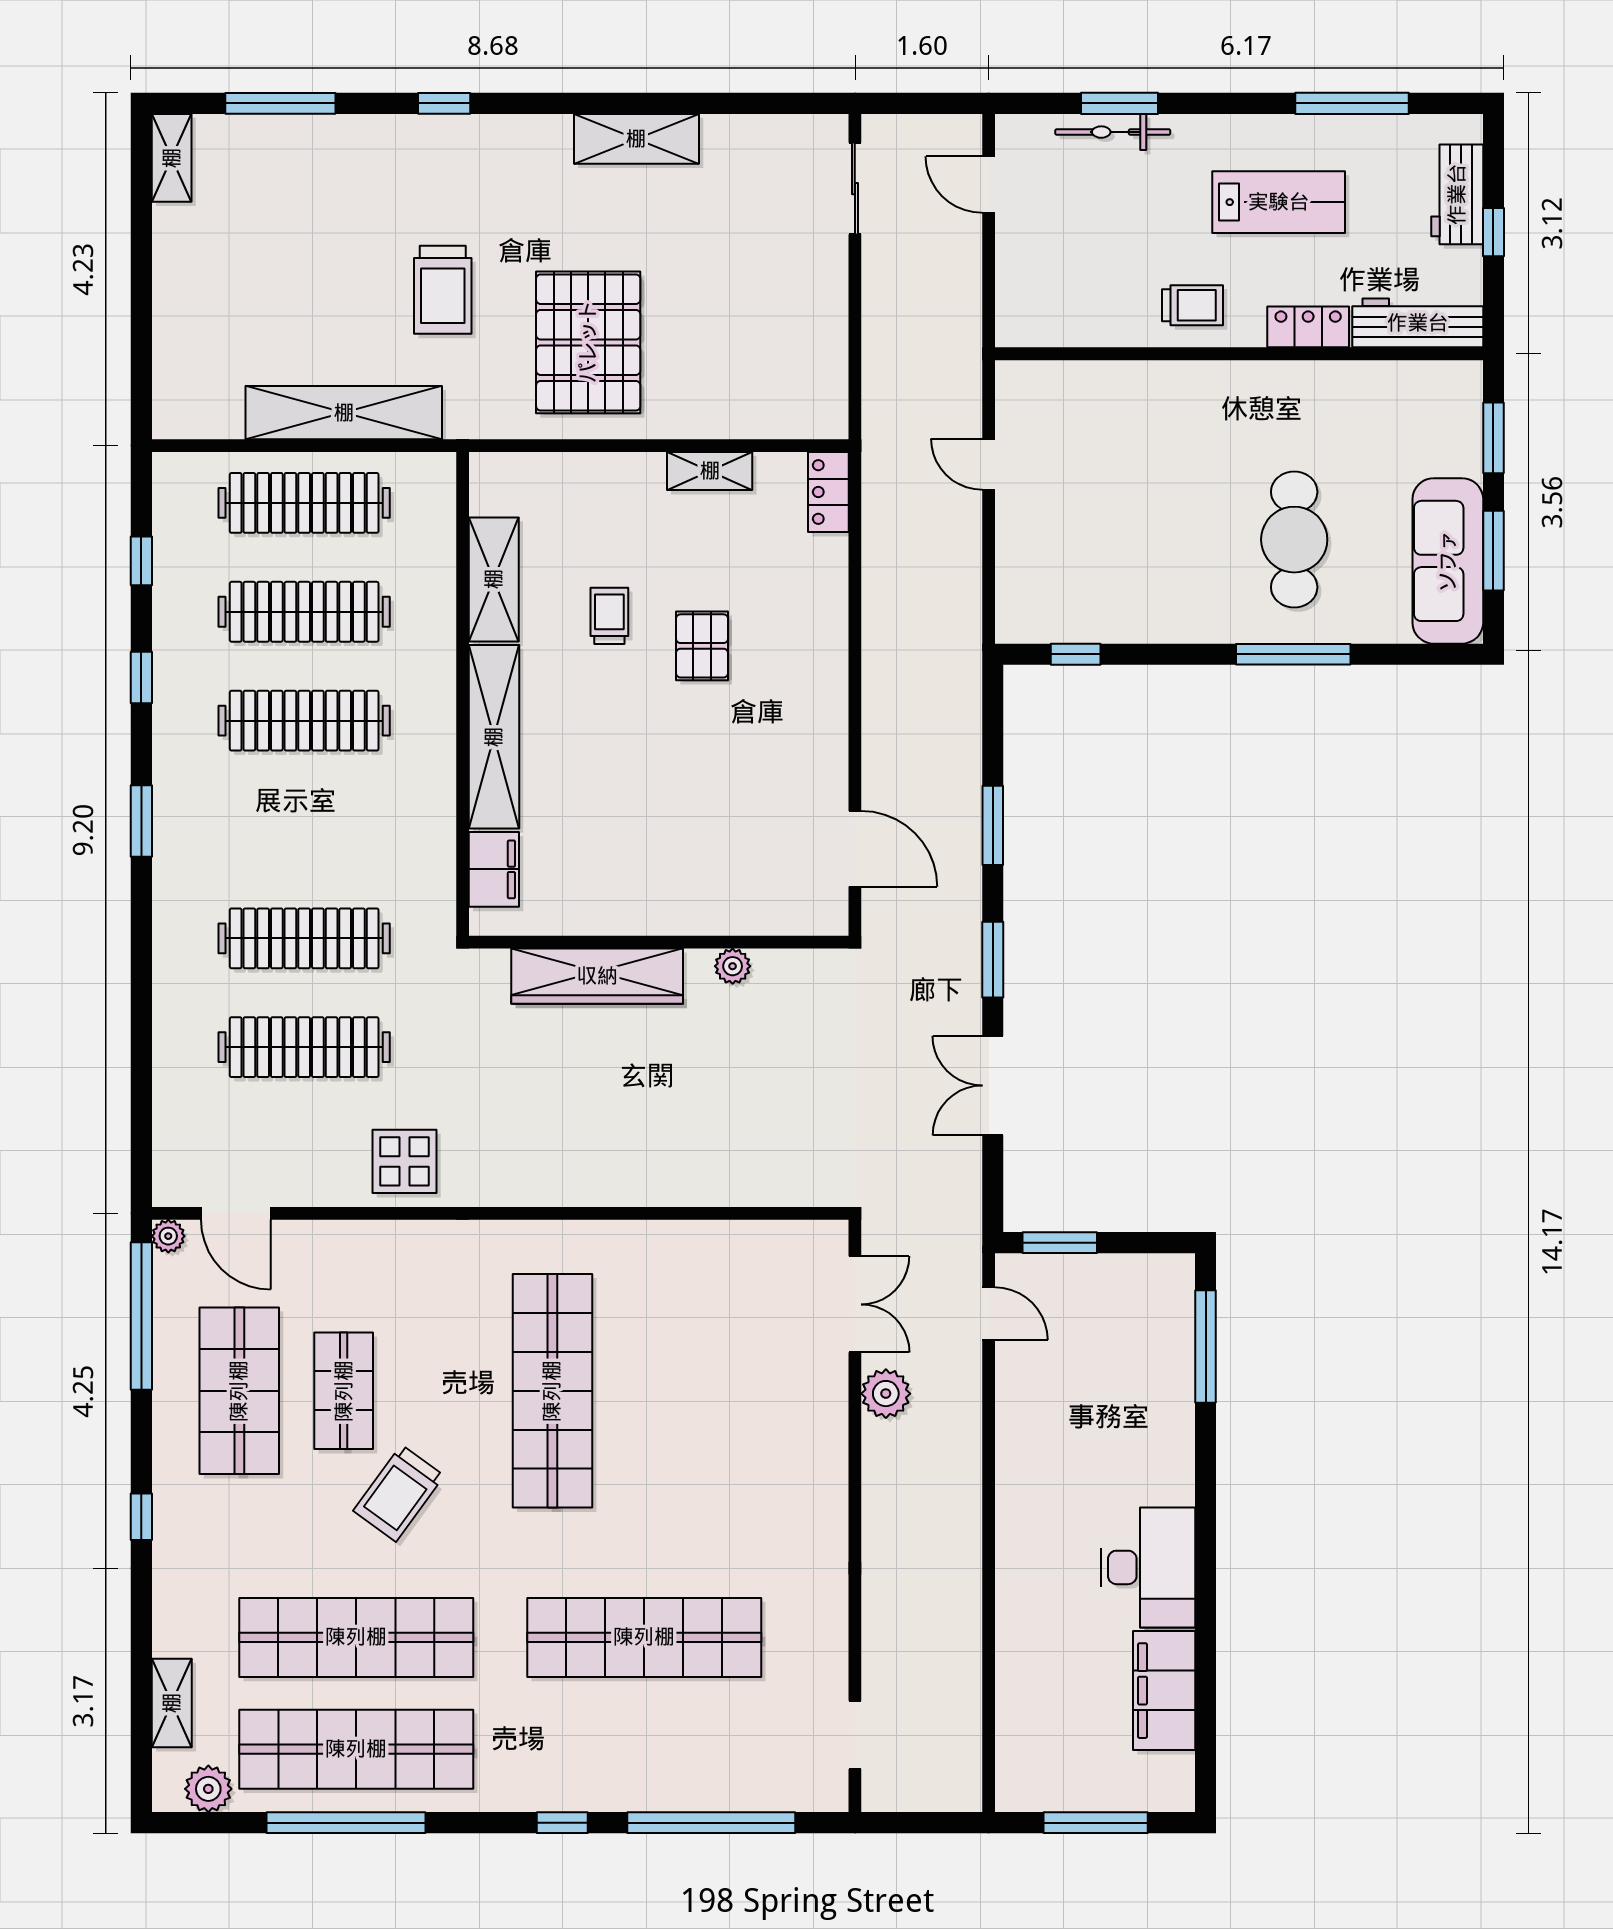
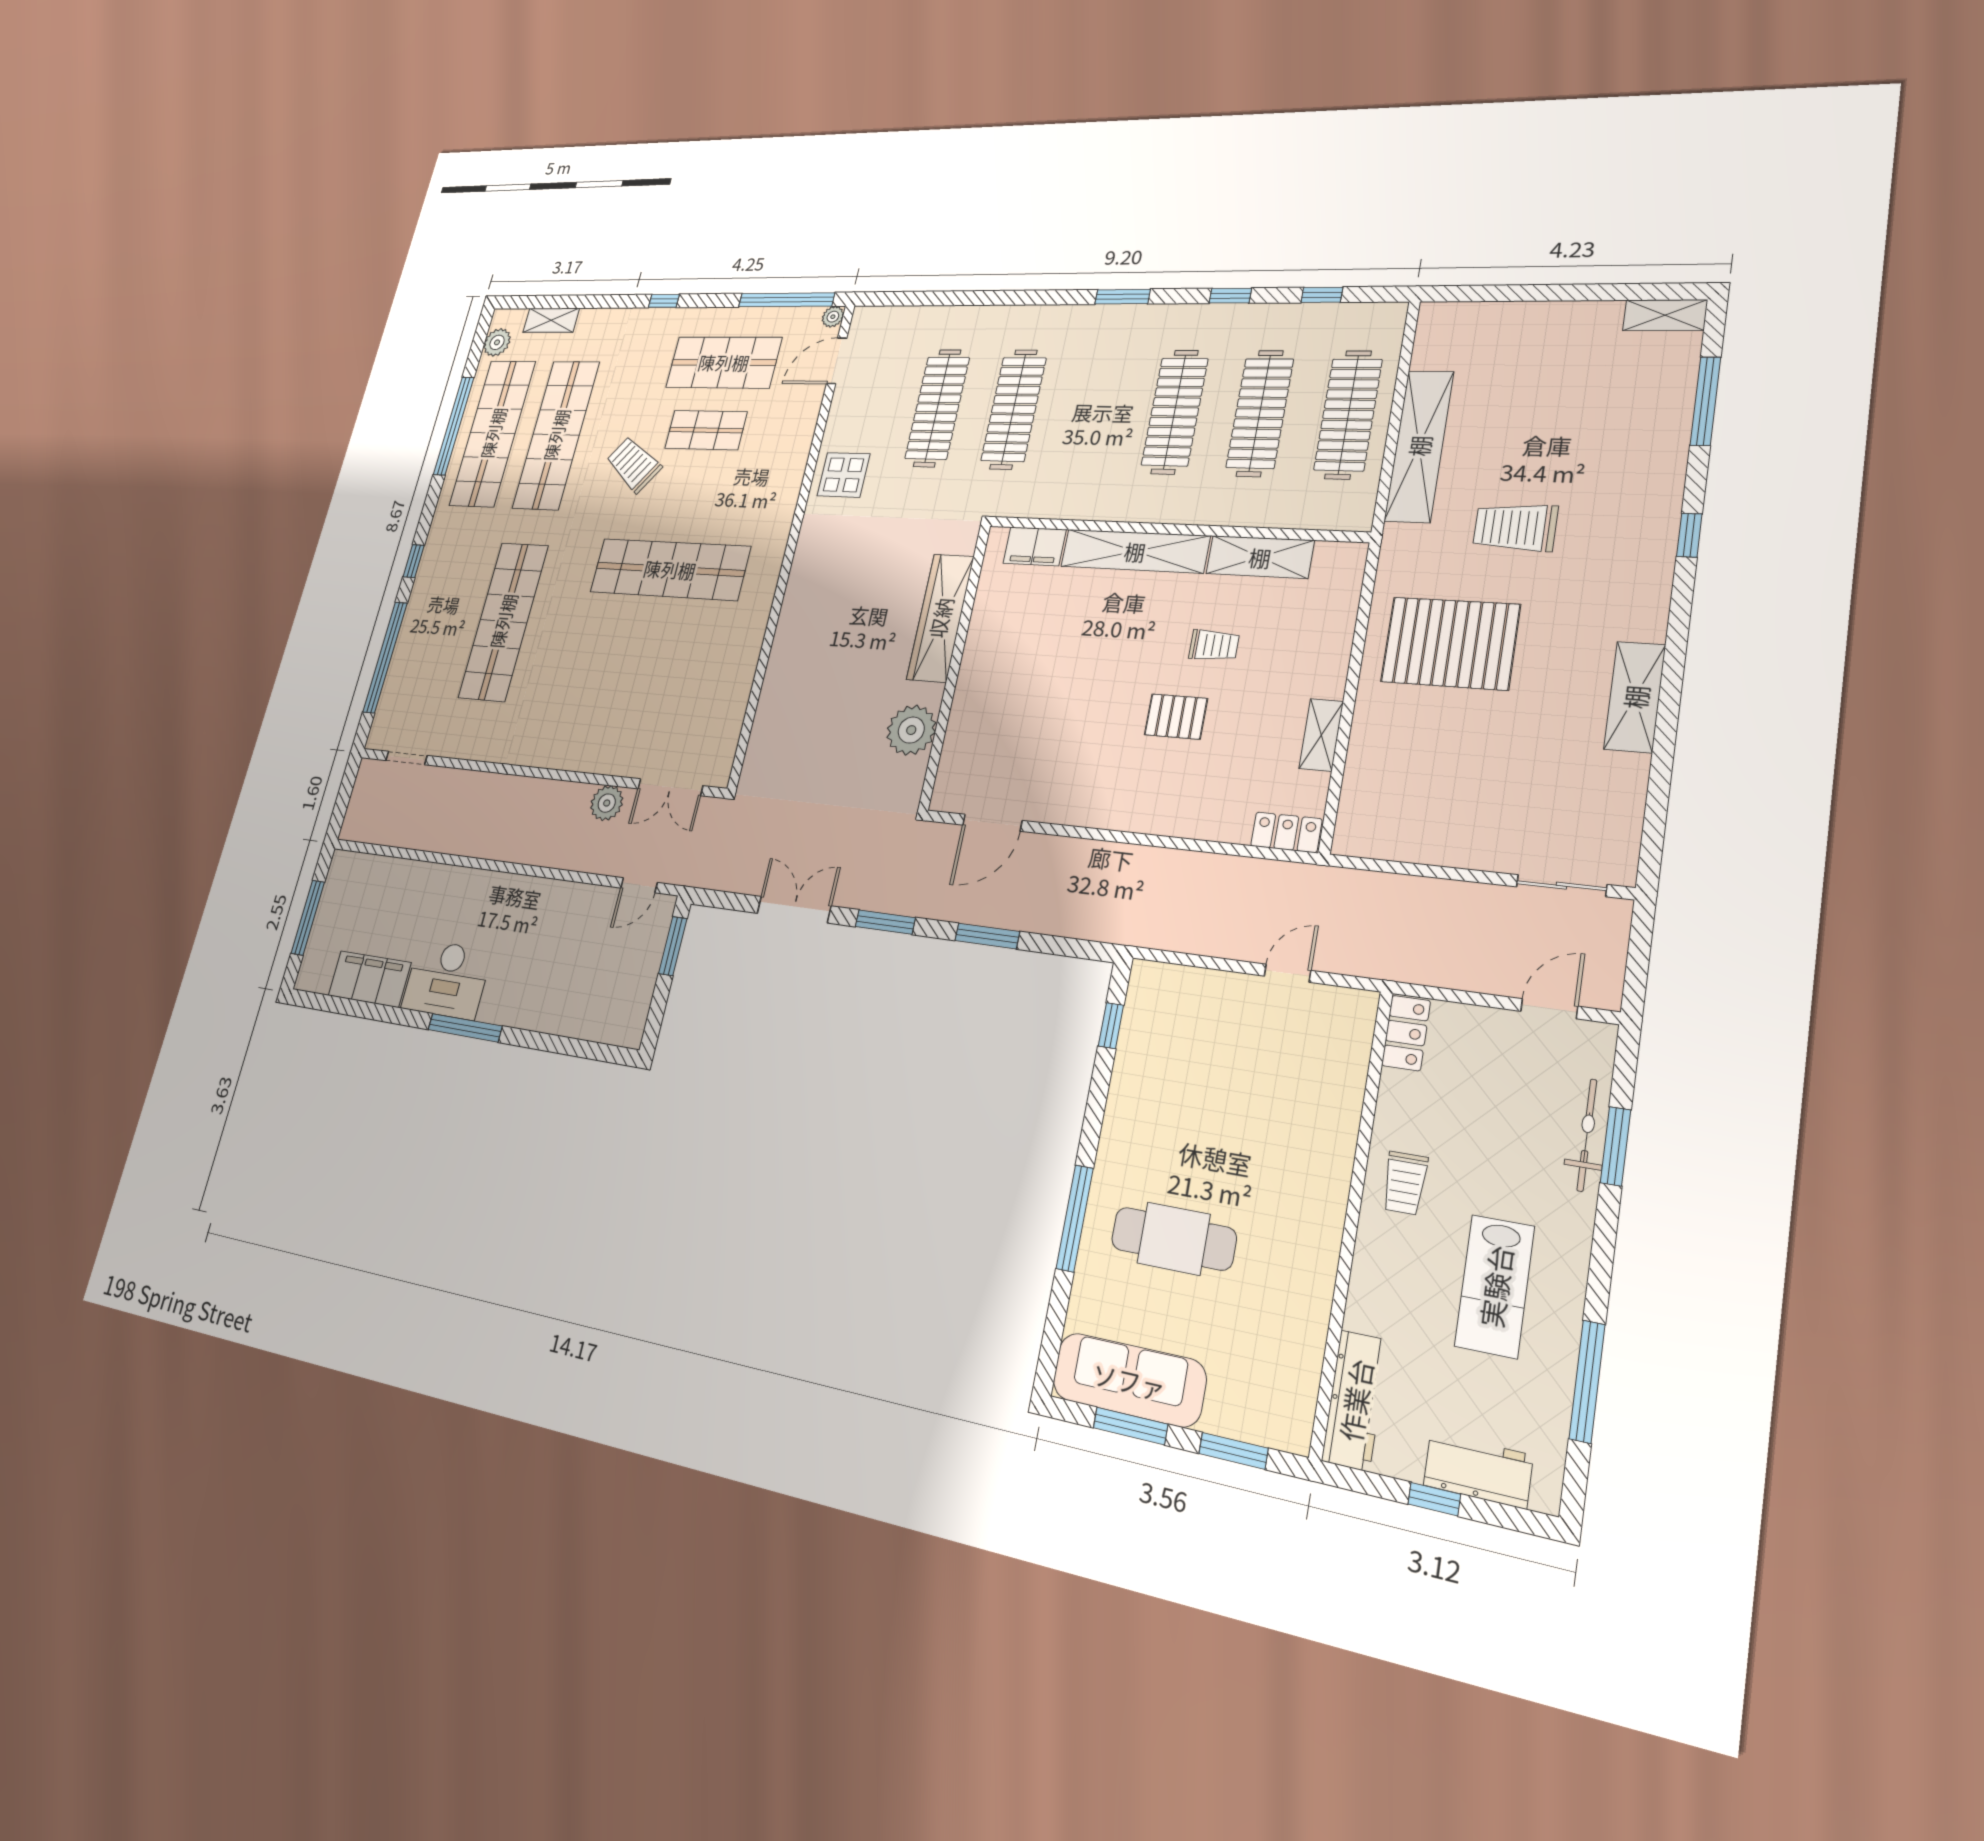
locker: (1308, 327) -> (1406, 1033), moved
plant: (733, 966) -> (911, 730), width x1.88, depth x1.88
window: (1206, 1347) -> (465, 1028), moved

